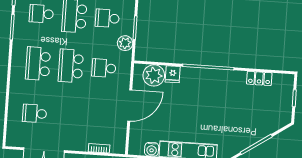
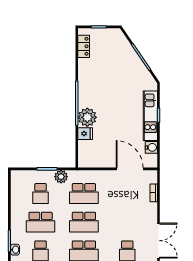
school desk: (104, 68) -> (84, 194), width x1.85
plant: (154, 75) -> (87, 117), moved
locker: (259, 78) -> (84, 46), moved
door: (130, 105) -> (130, 169), moved

